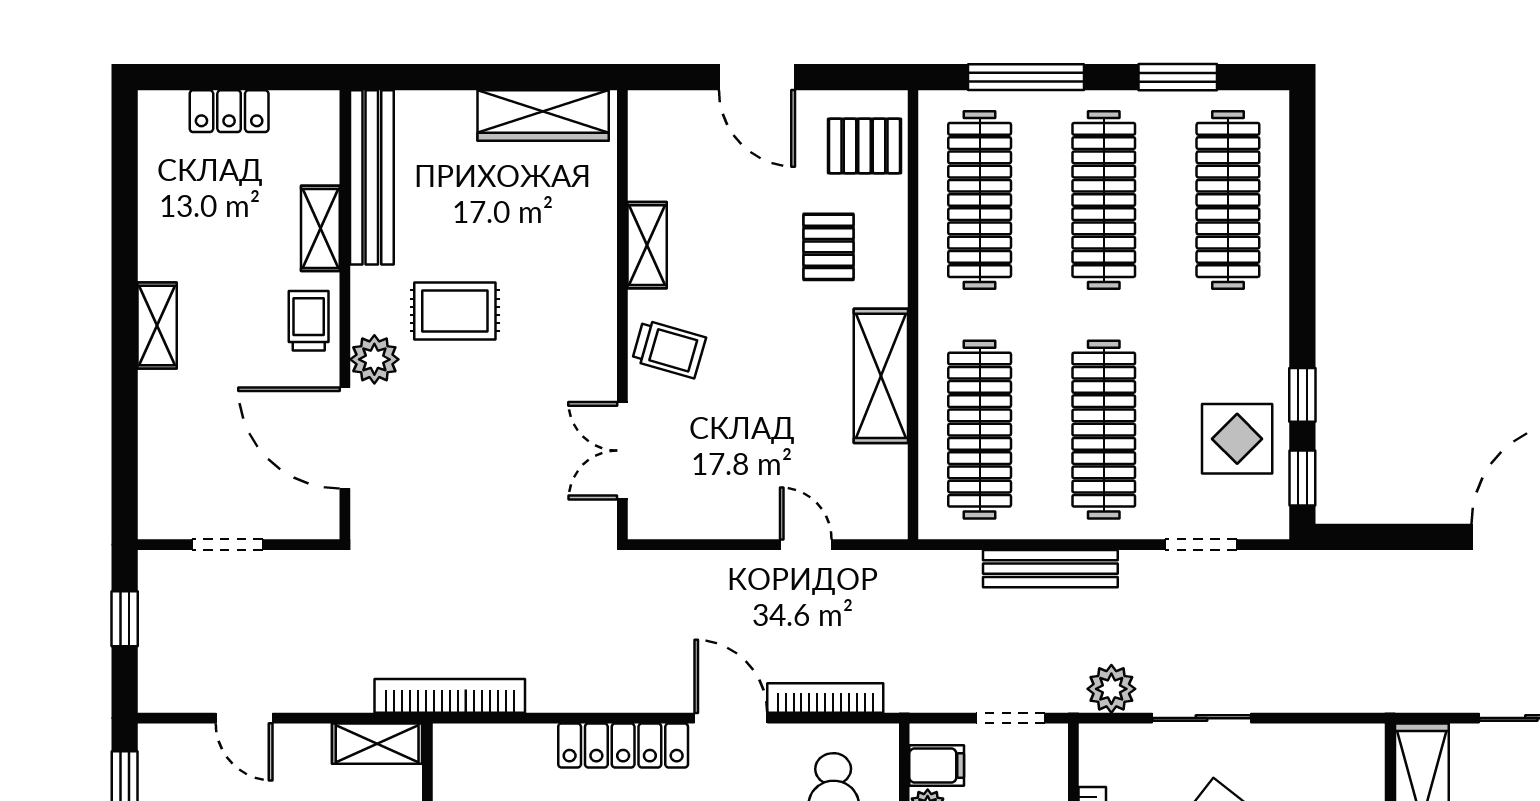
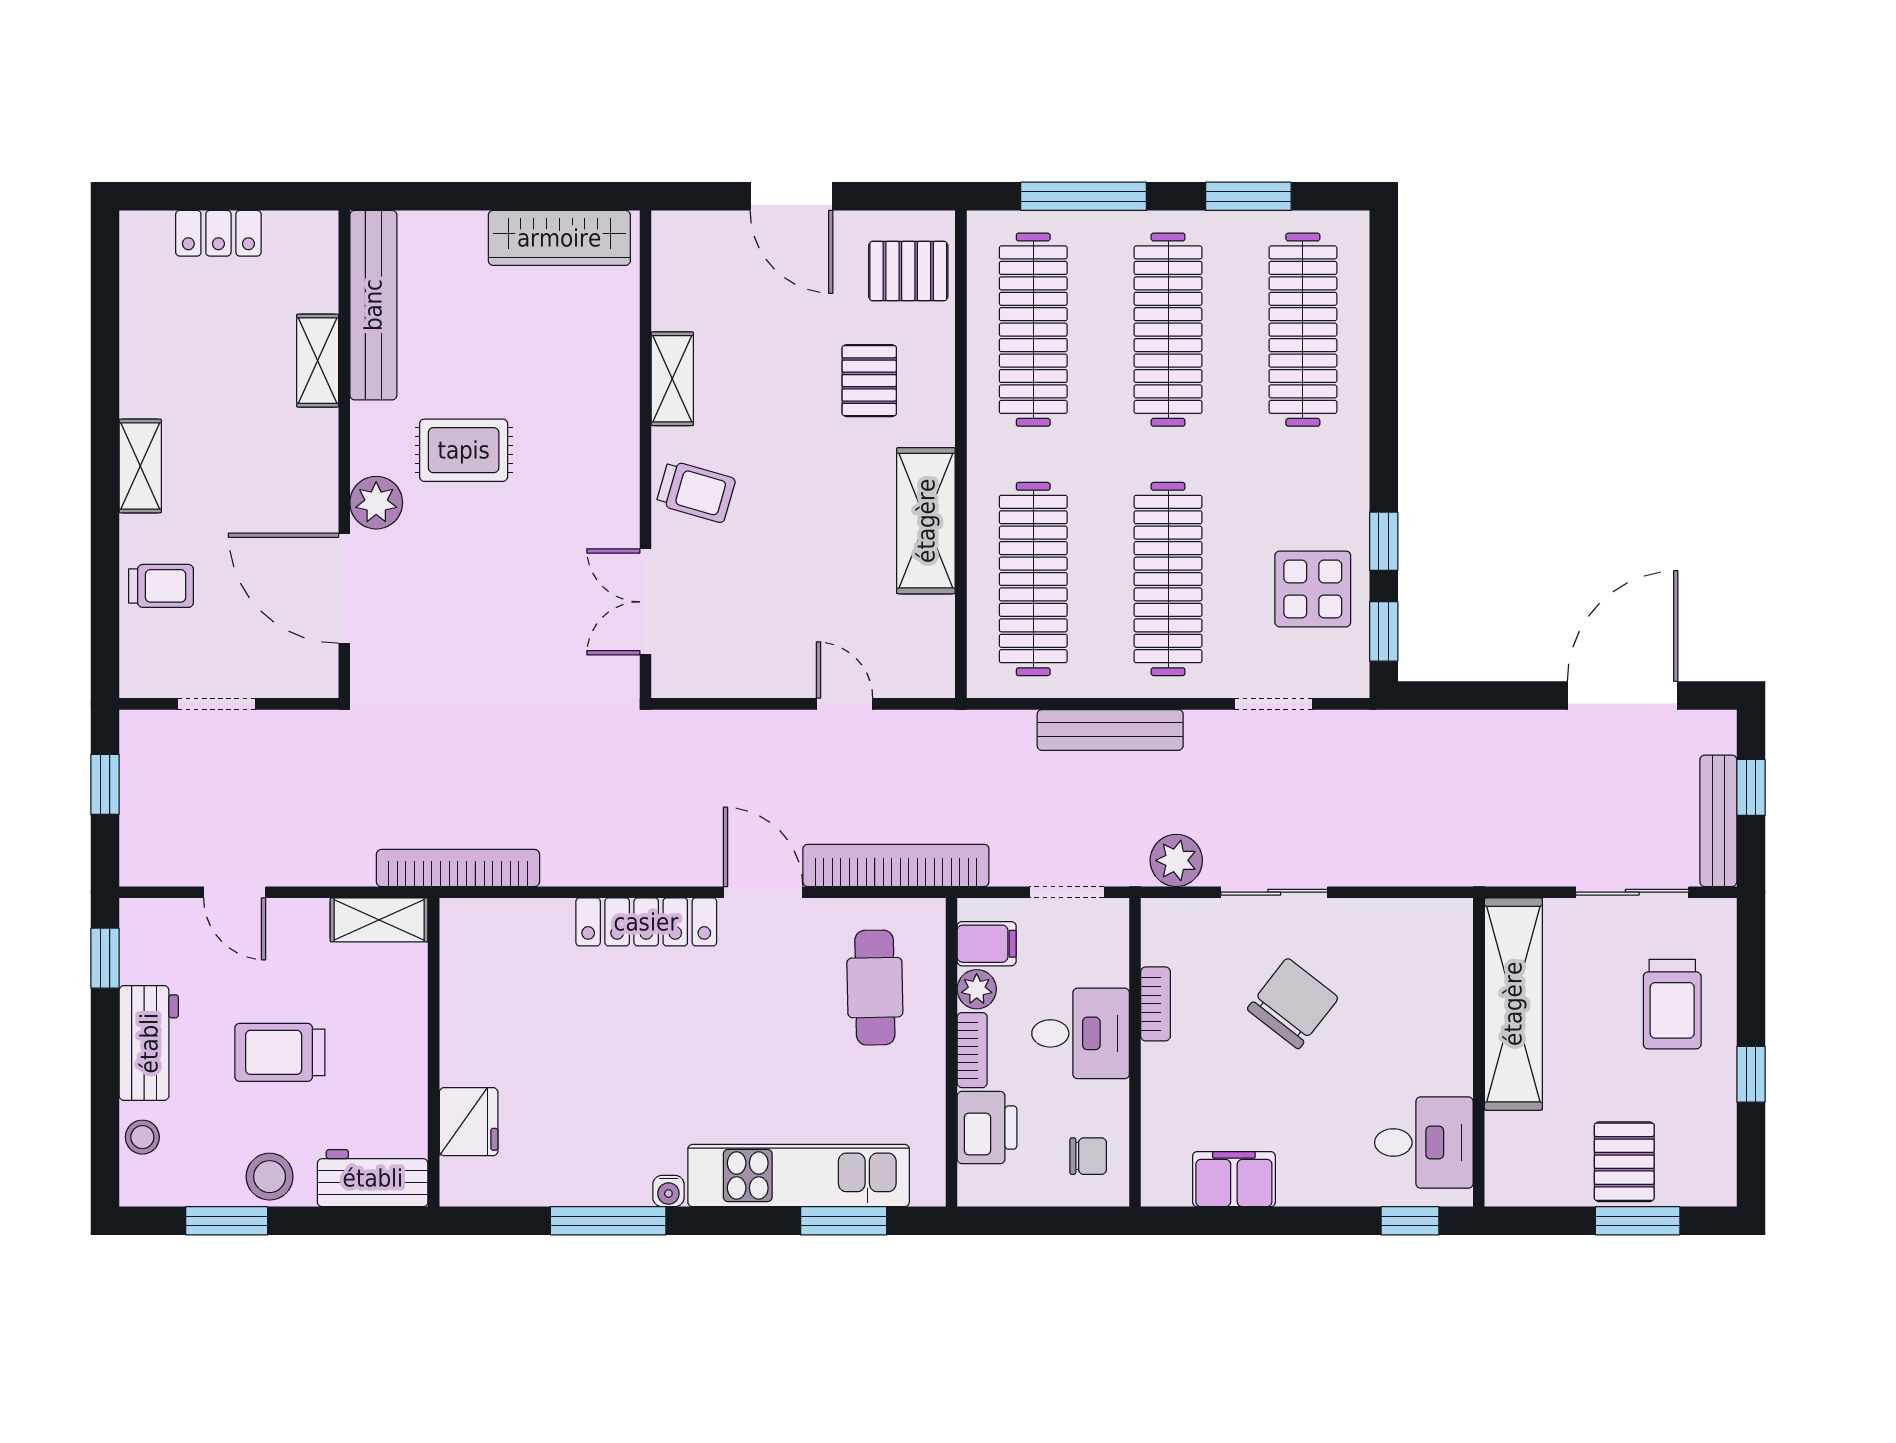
trolley: (309, 321) -> (161, 586), moved, turned 90
bookcase: (825, 698) -> (896, 865), width x1.48, depth x1.31

